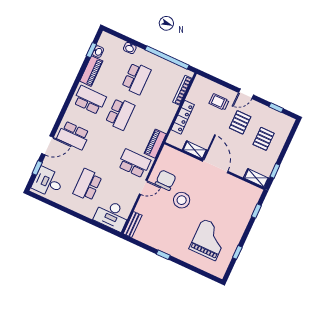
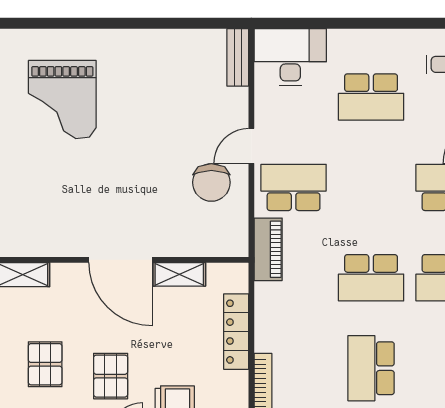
school desk: (120, 114) -> (371, 278), turned -90
school desk: (134, 163) -> (294, 187), turned 180
school desk: (87, 185) -> (371, 97), turned 90
stool: (182, 200) -> (158, 156), removed
window: (163, 255) -> (144, 23), removed

